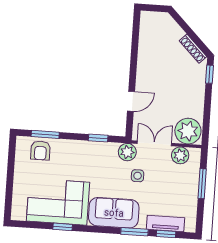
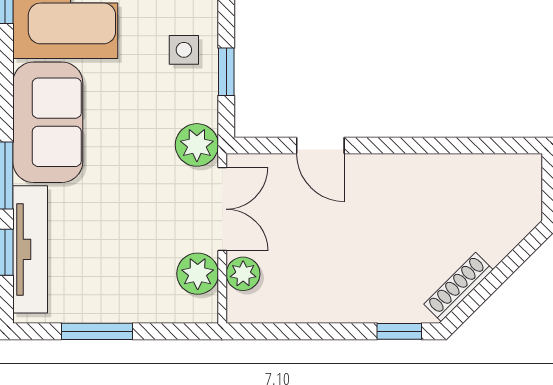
plant: (188, 131) -> (243, 274), width x0.53, depth x0.53
side table: (138, 176) -> (184, 50), moved
window: (202, 184) -> (97, 331), moved
tv unit: (166, 224) -> (30, 249), width x1.41

